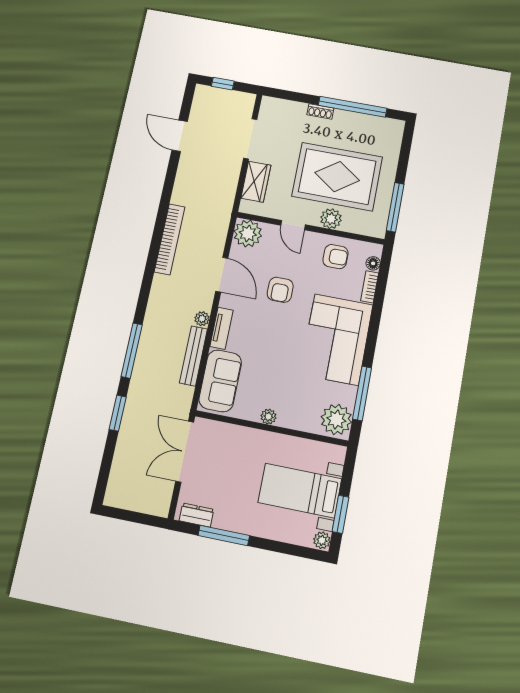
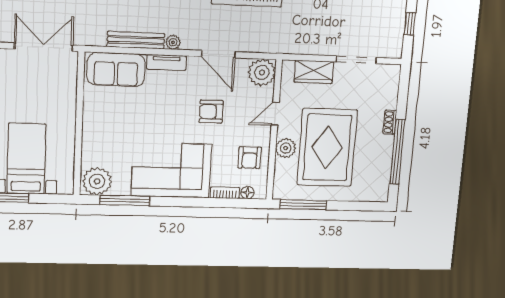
door: (222, 275) -> (218, 54), hinge flipped
plant: (268, 417) -> (89, 120), removed

